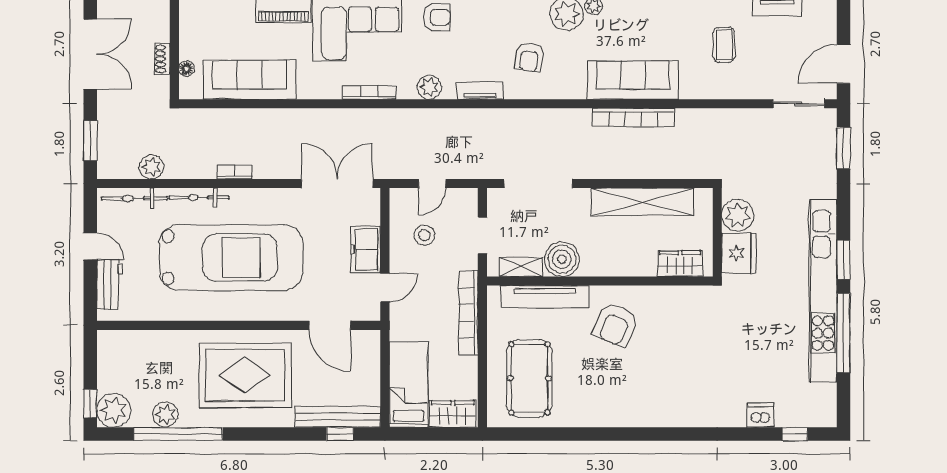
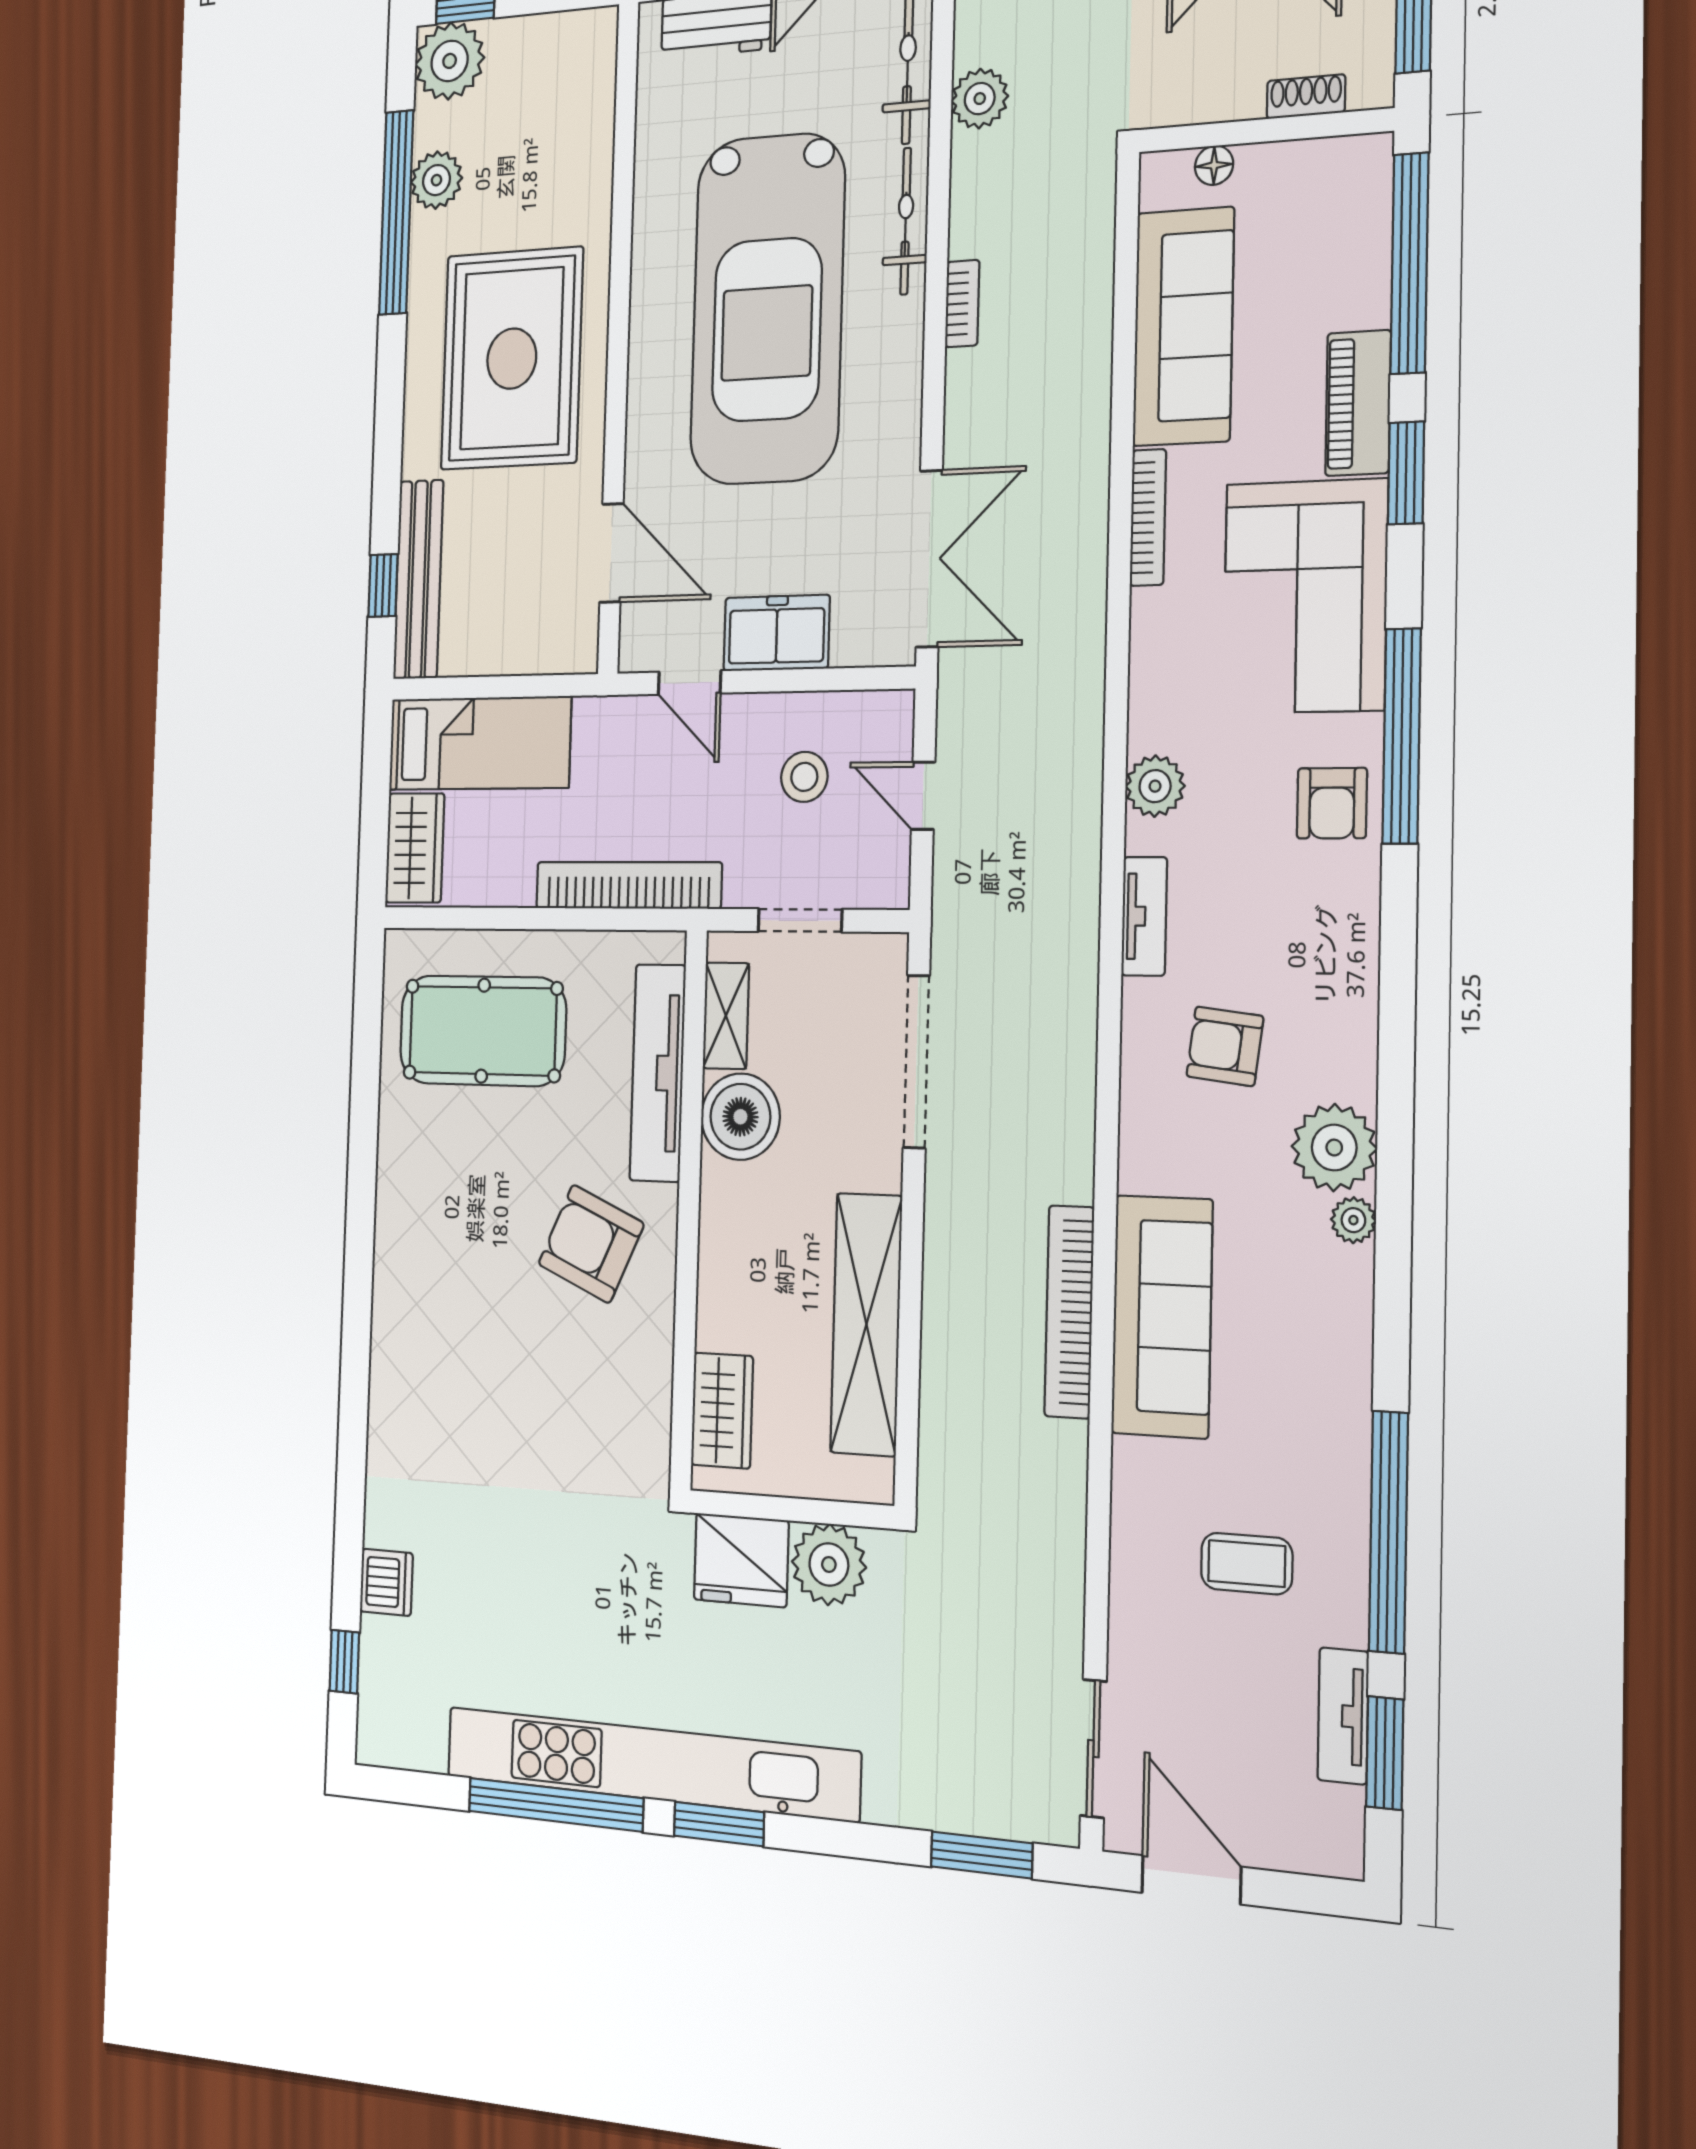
shoe rack: (162, 59) -> (1306, 97), moved
bookcase: (370, 93) -> (1148, 517), moved
door: (330, 325) -> (611, 553), swing flipped

